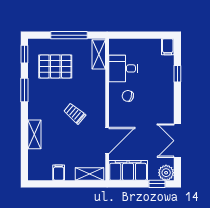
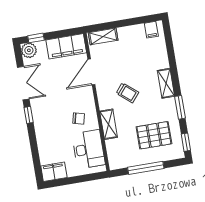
filing cabinet: (168, 47) -> (54, 172), width x2.00
shelving: (99, 54) -> (109, 124), moved
desk: (123, 68) -> (88, 149), width x1.37
window: (177, 74) -> (29, 115), moved
shelving: (34, 134) -> (166, 83), moved
filing cabinet: (59, 173) -> (151, 30), moved

